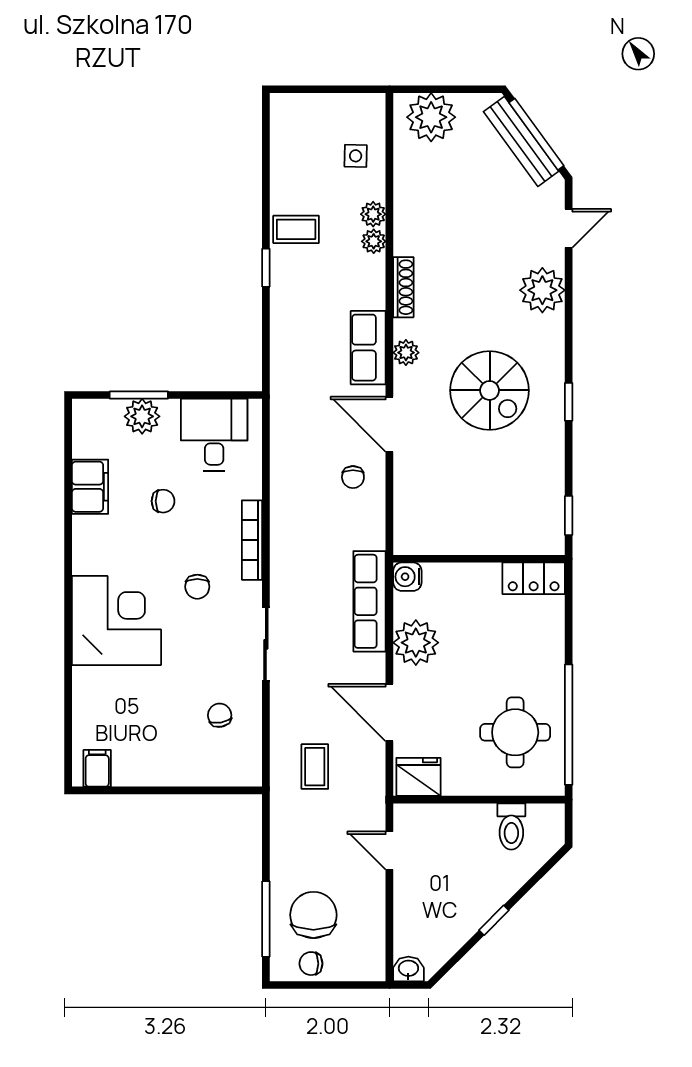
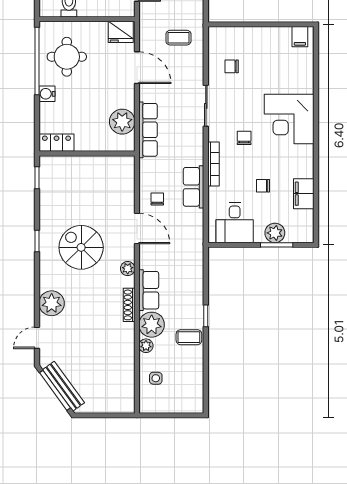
plant: (431, 117) -> (114, 400), removed
plant: (374, 241) -> (152, 325), width x1.88, depth x1.88
row of seats: (368, 348) -> (149, 290), moved
row of seats: (288, 499) -> (194, 187), added
water cooler: (407, 577) -> (47, 94), moved, turned 180
plant: (416, 643) -> (122, 122), moved
chair: (220, 715) -> (232, 66), turned 100
coffee table: (315, 767) -> (178, 38), turned 90

